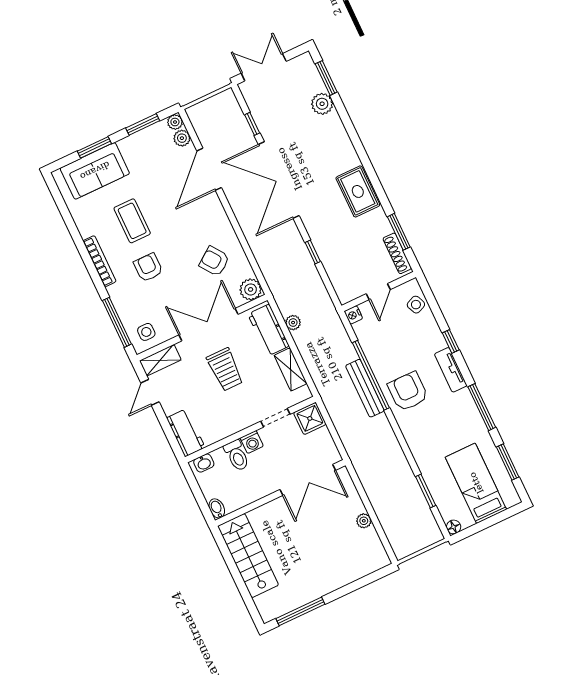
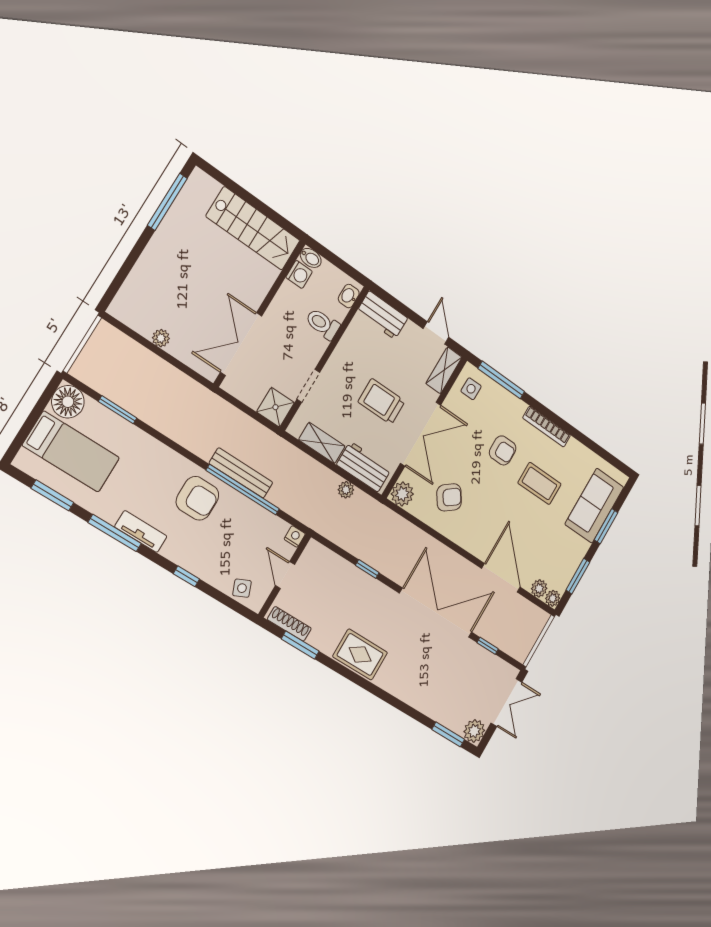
plant: (322, 104) -> (474, 731), moved
tv unit: (451, 370) -> (141, 532), moved
washing machine: (252, 442) -> (299, 274), moved, turned 180
floor lamp: (454, 527) -> (68, 402), width x1.89, depth x1.89

